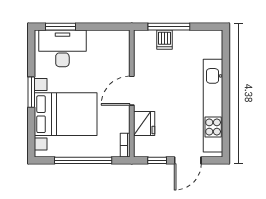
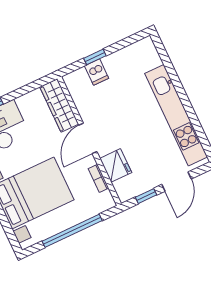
window: (169, 27) -> (95, 57), width x0.46
wardrobe: (121, 53) -> (59, 105), added
bookcase: (125, 145) -> (98, 178), moved

